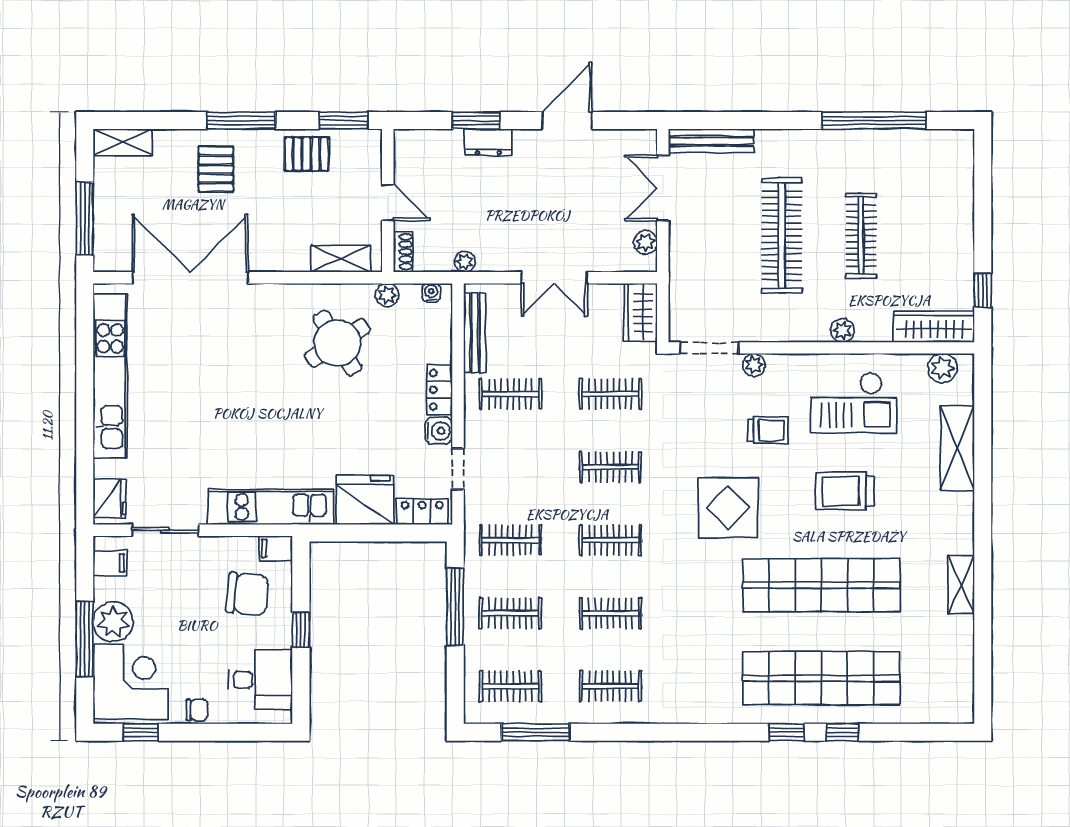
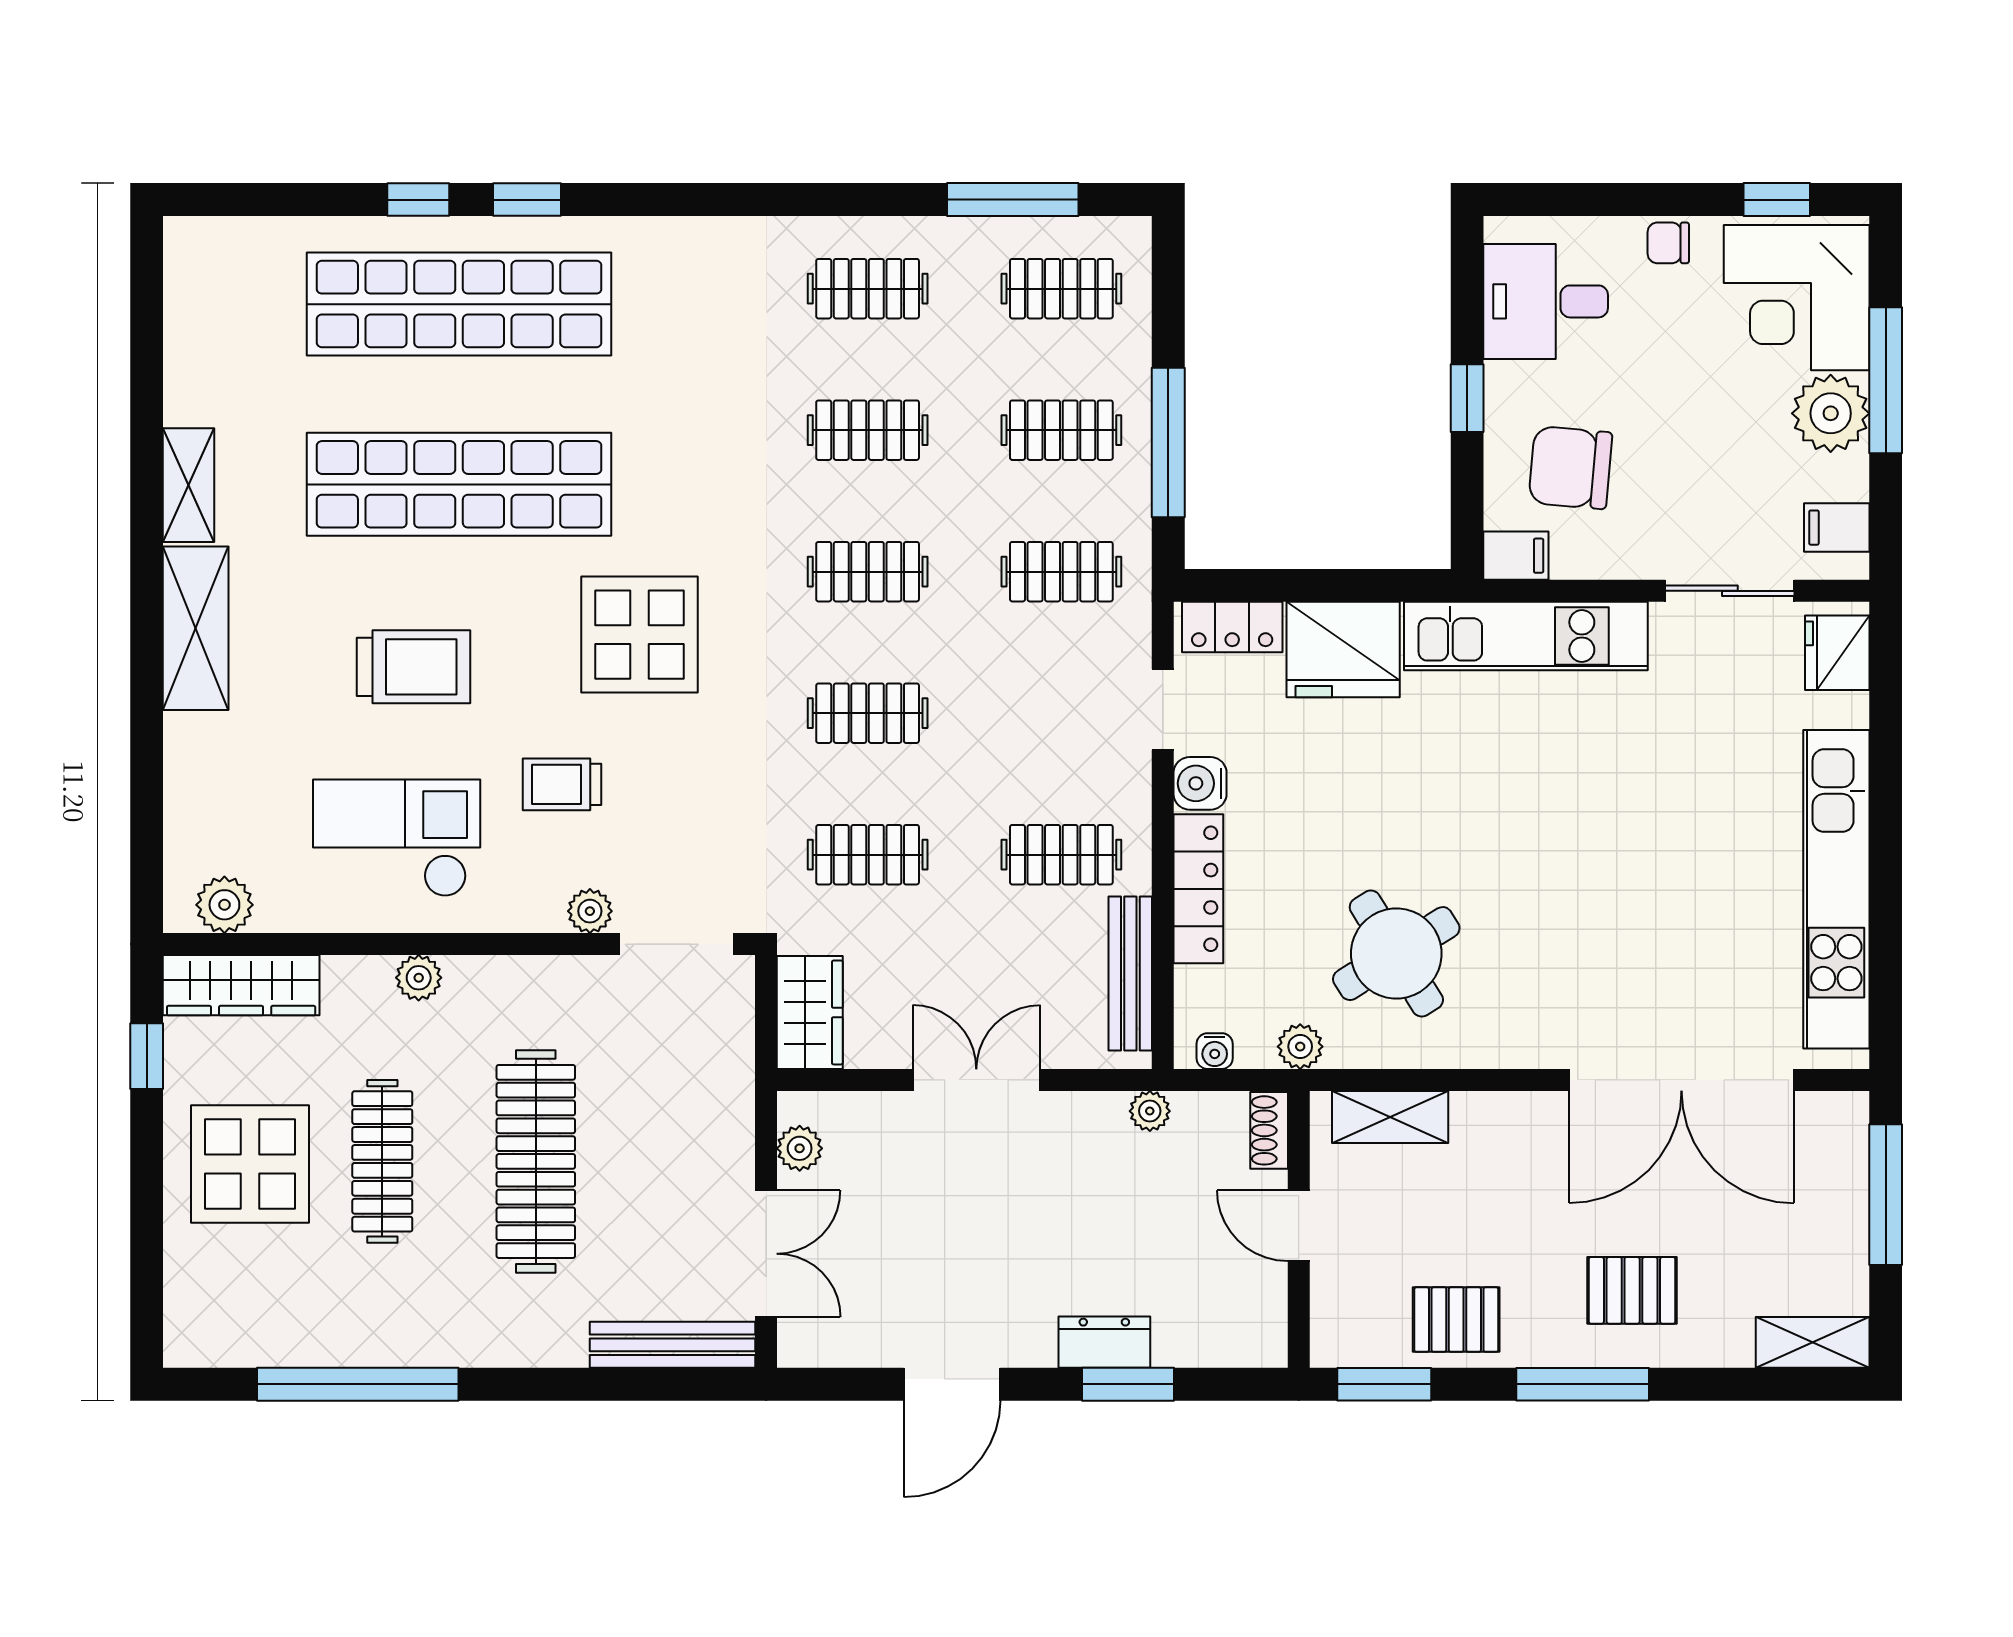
pallet: (216, 169) -> (1632, 1290), turned 90
display table: (929, 234) -> (250, 1164), added
locker: (440, 390) -> (1198, 889), width x1.53
shelving: (957, 448) -> (196, 628), moved

